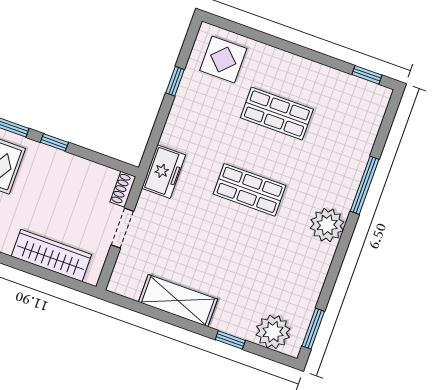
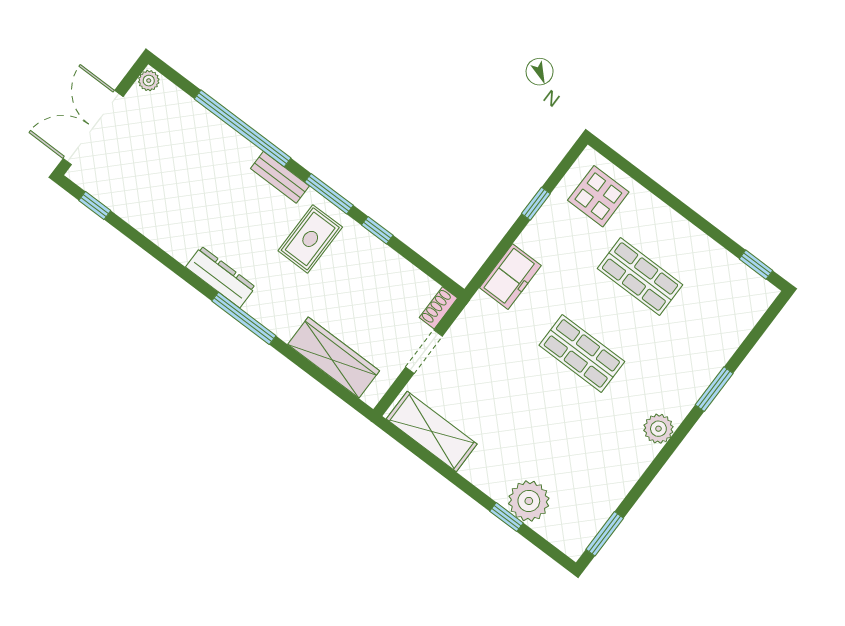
freezer: (164, 172) -> (510, 277), moved
window: (365, 185) -> (714, 389), width x0.69
plant: (327, 225) -> (658, 429), width x0.73, depth x0.73
shelving: (178, 301) -> (432, 431), moved
plant: (273, 332) -> (529, 501), moved

